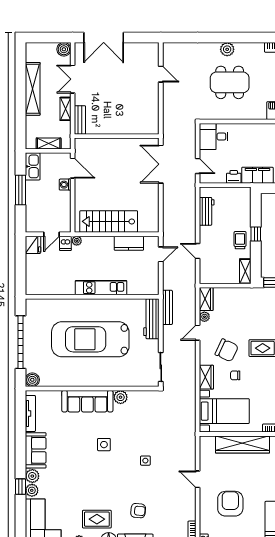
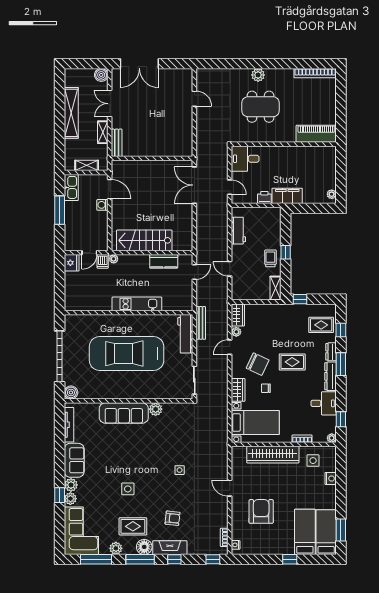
side table: (104, 445) -> (128, 489), moved

